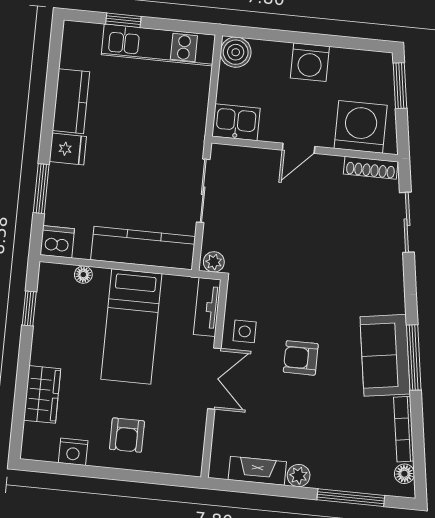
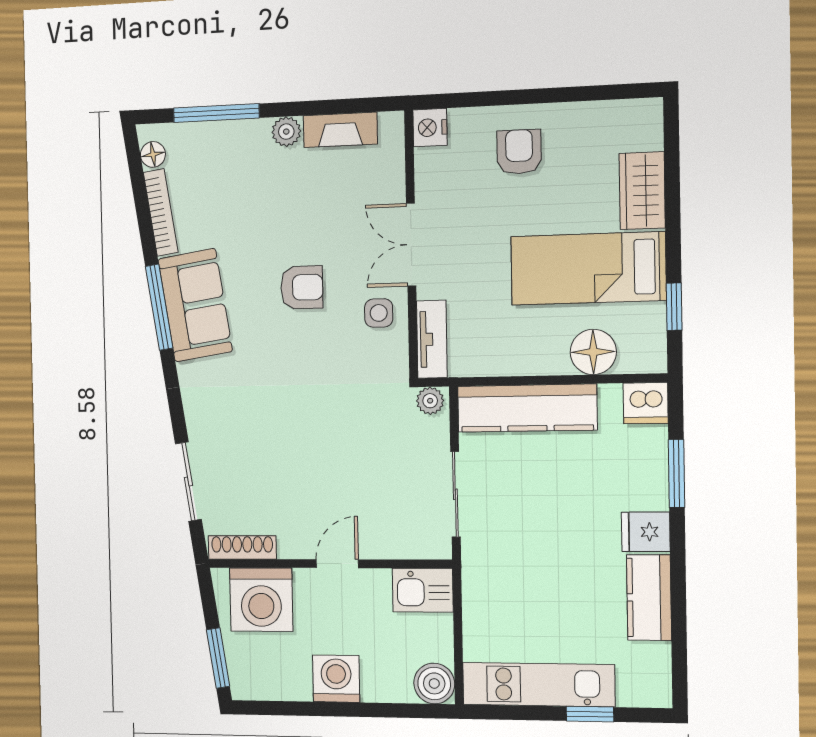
floor lamp: (83, 275) -> (593, 352), width x1.89, depth x1.89
bed: (131, 327) -> (588, 268), moved, turned -90
nightstand: (73, 452) -> (430, 128), moved, turned -90

